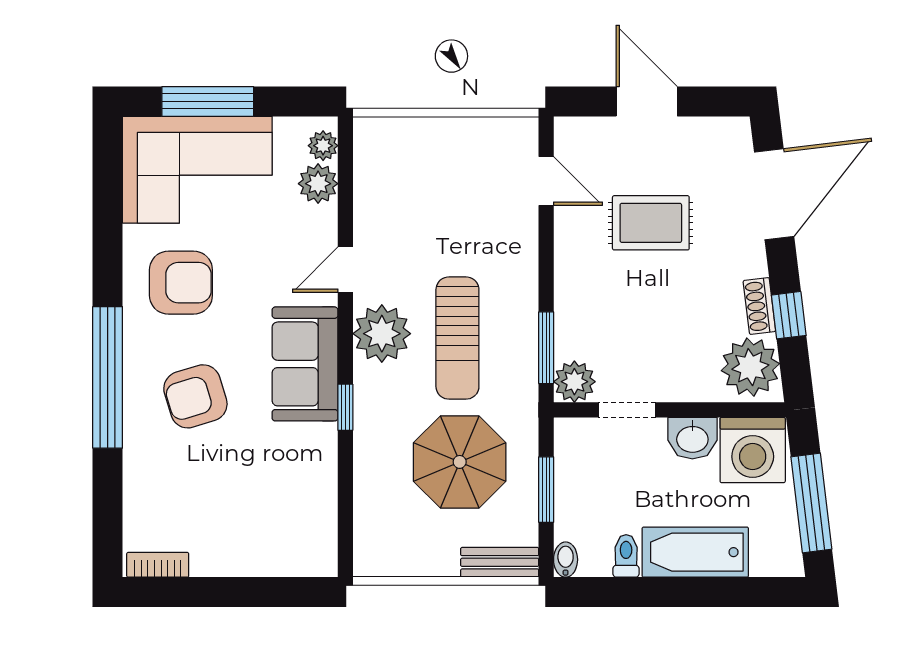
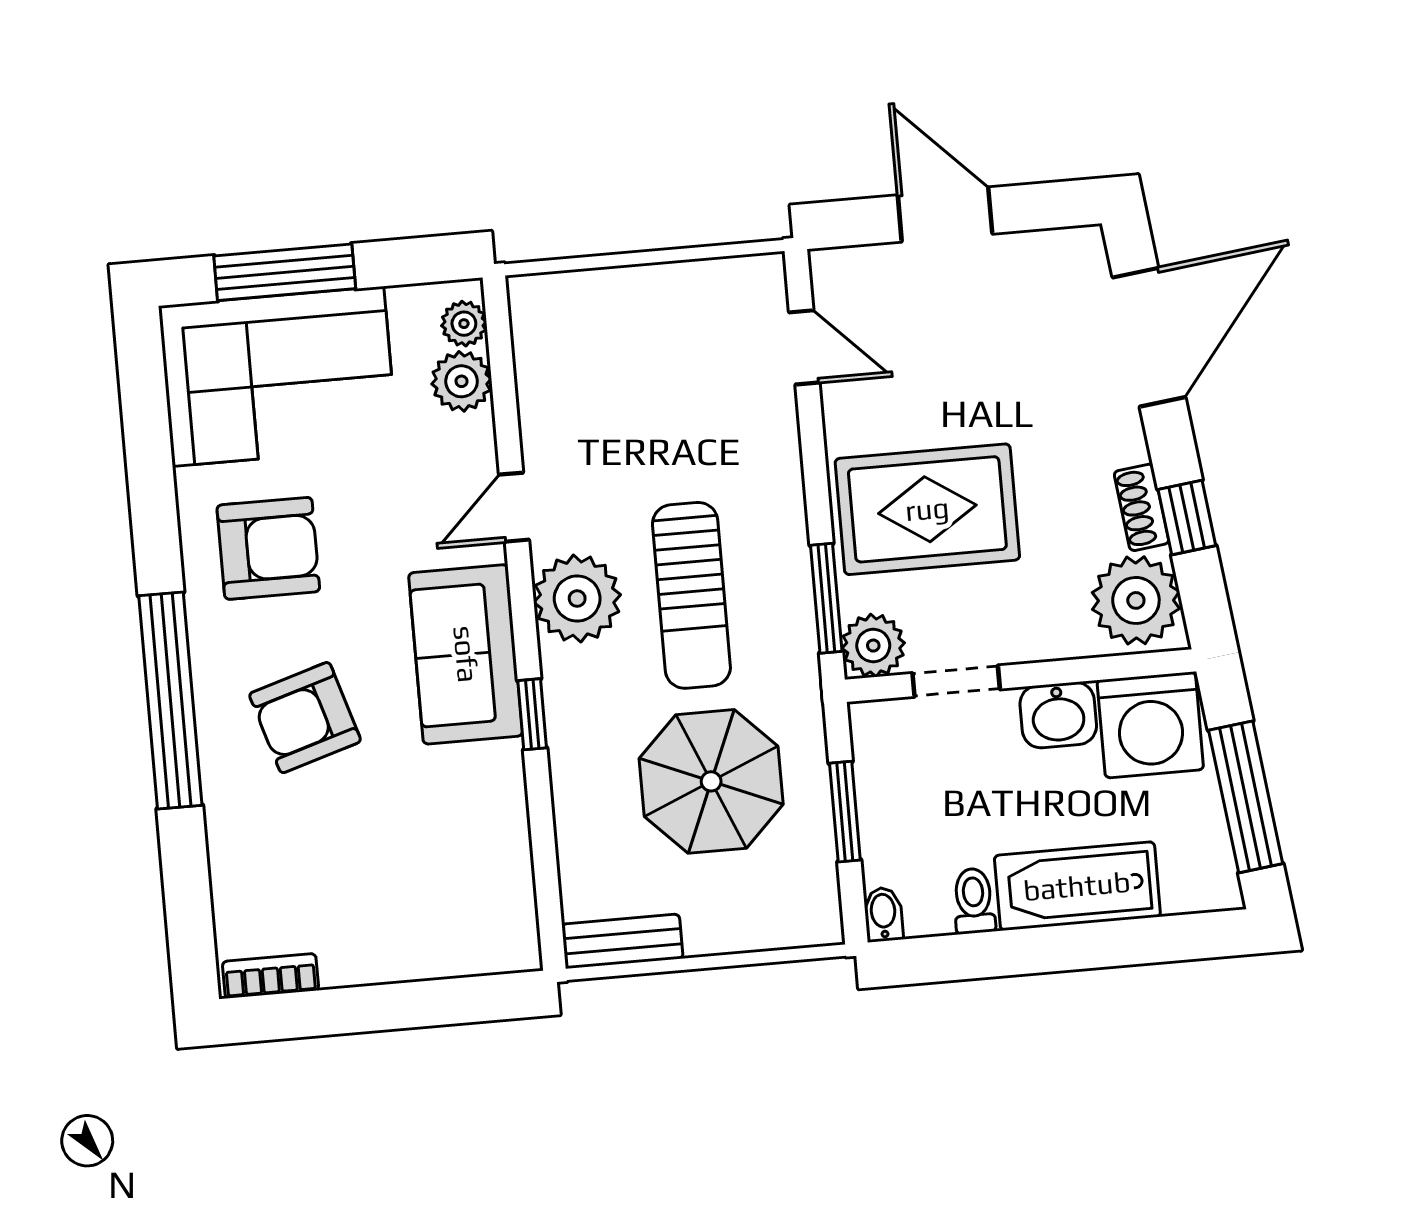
rug: (651, 223) -> (927, 509), moved, width x1.36, depth x1.43
bench: (500, 562) -> (622, 941), moved

